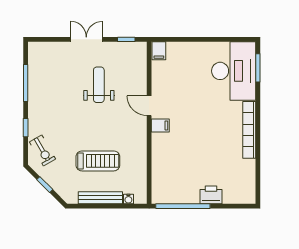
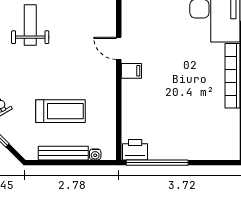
weight bench: (99, 85) -> (30, 25), moved
printer: (211, 195) -> (135, 150), moved

